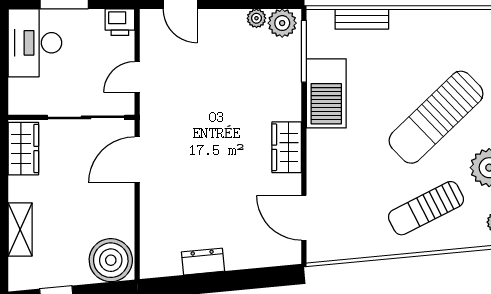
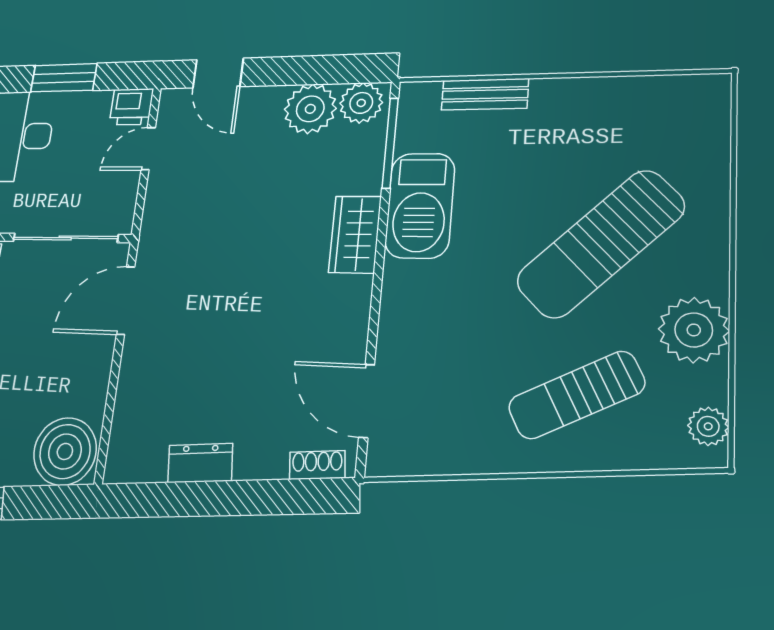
plant: (256, 18) -> (310, 109), width x1.88, depth x1.88
door: (137, 77) -> (148, 149), moved
wardrobe: (287, 147) -> (355, 234), moved
shoe rack: (277, 258) -> (317, 465), added

